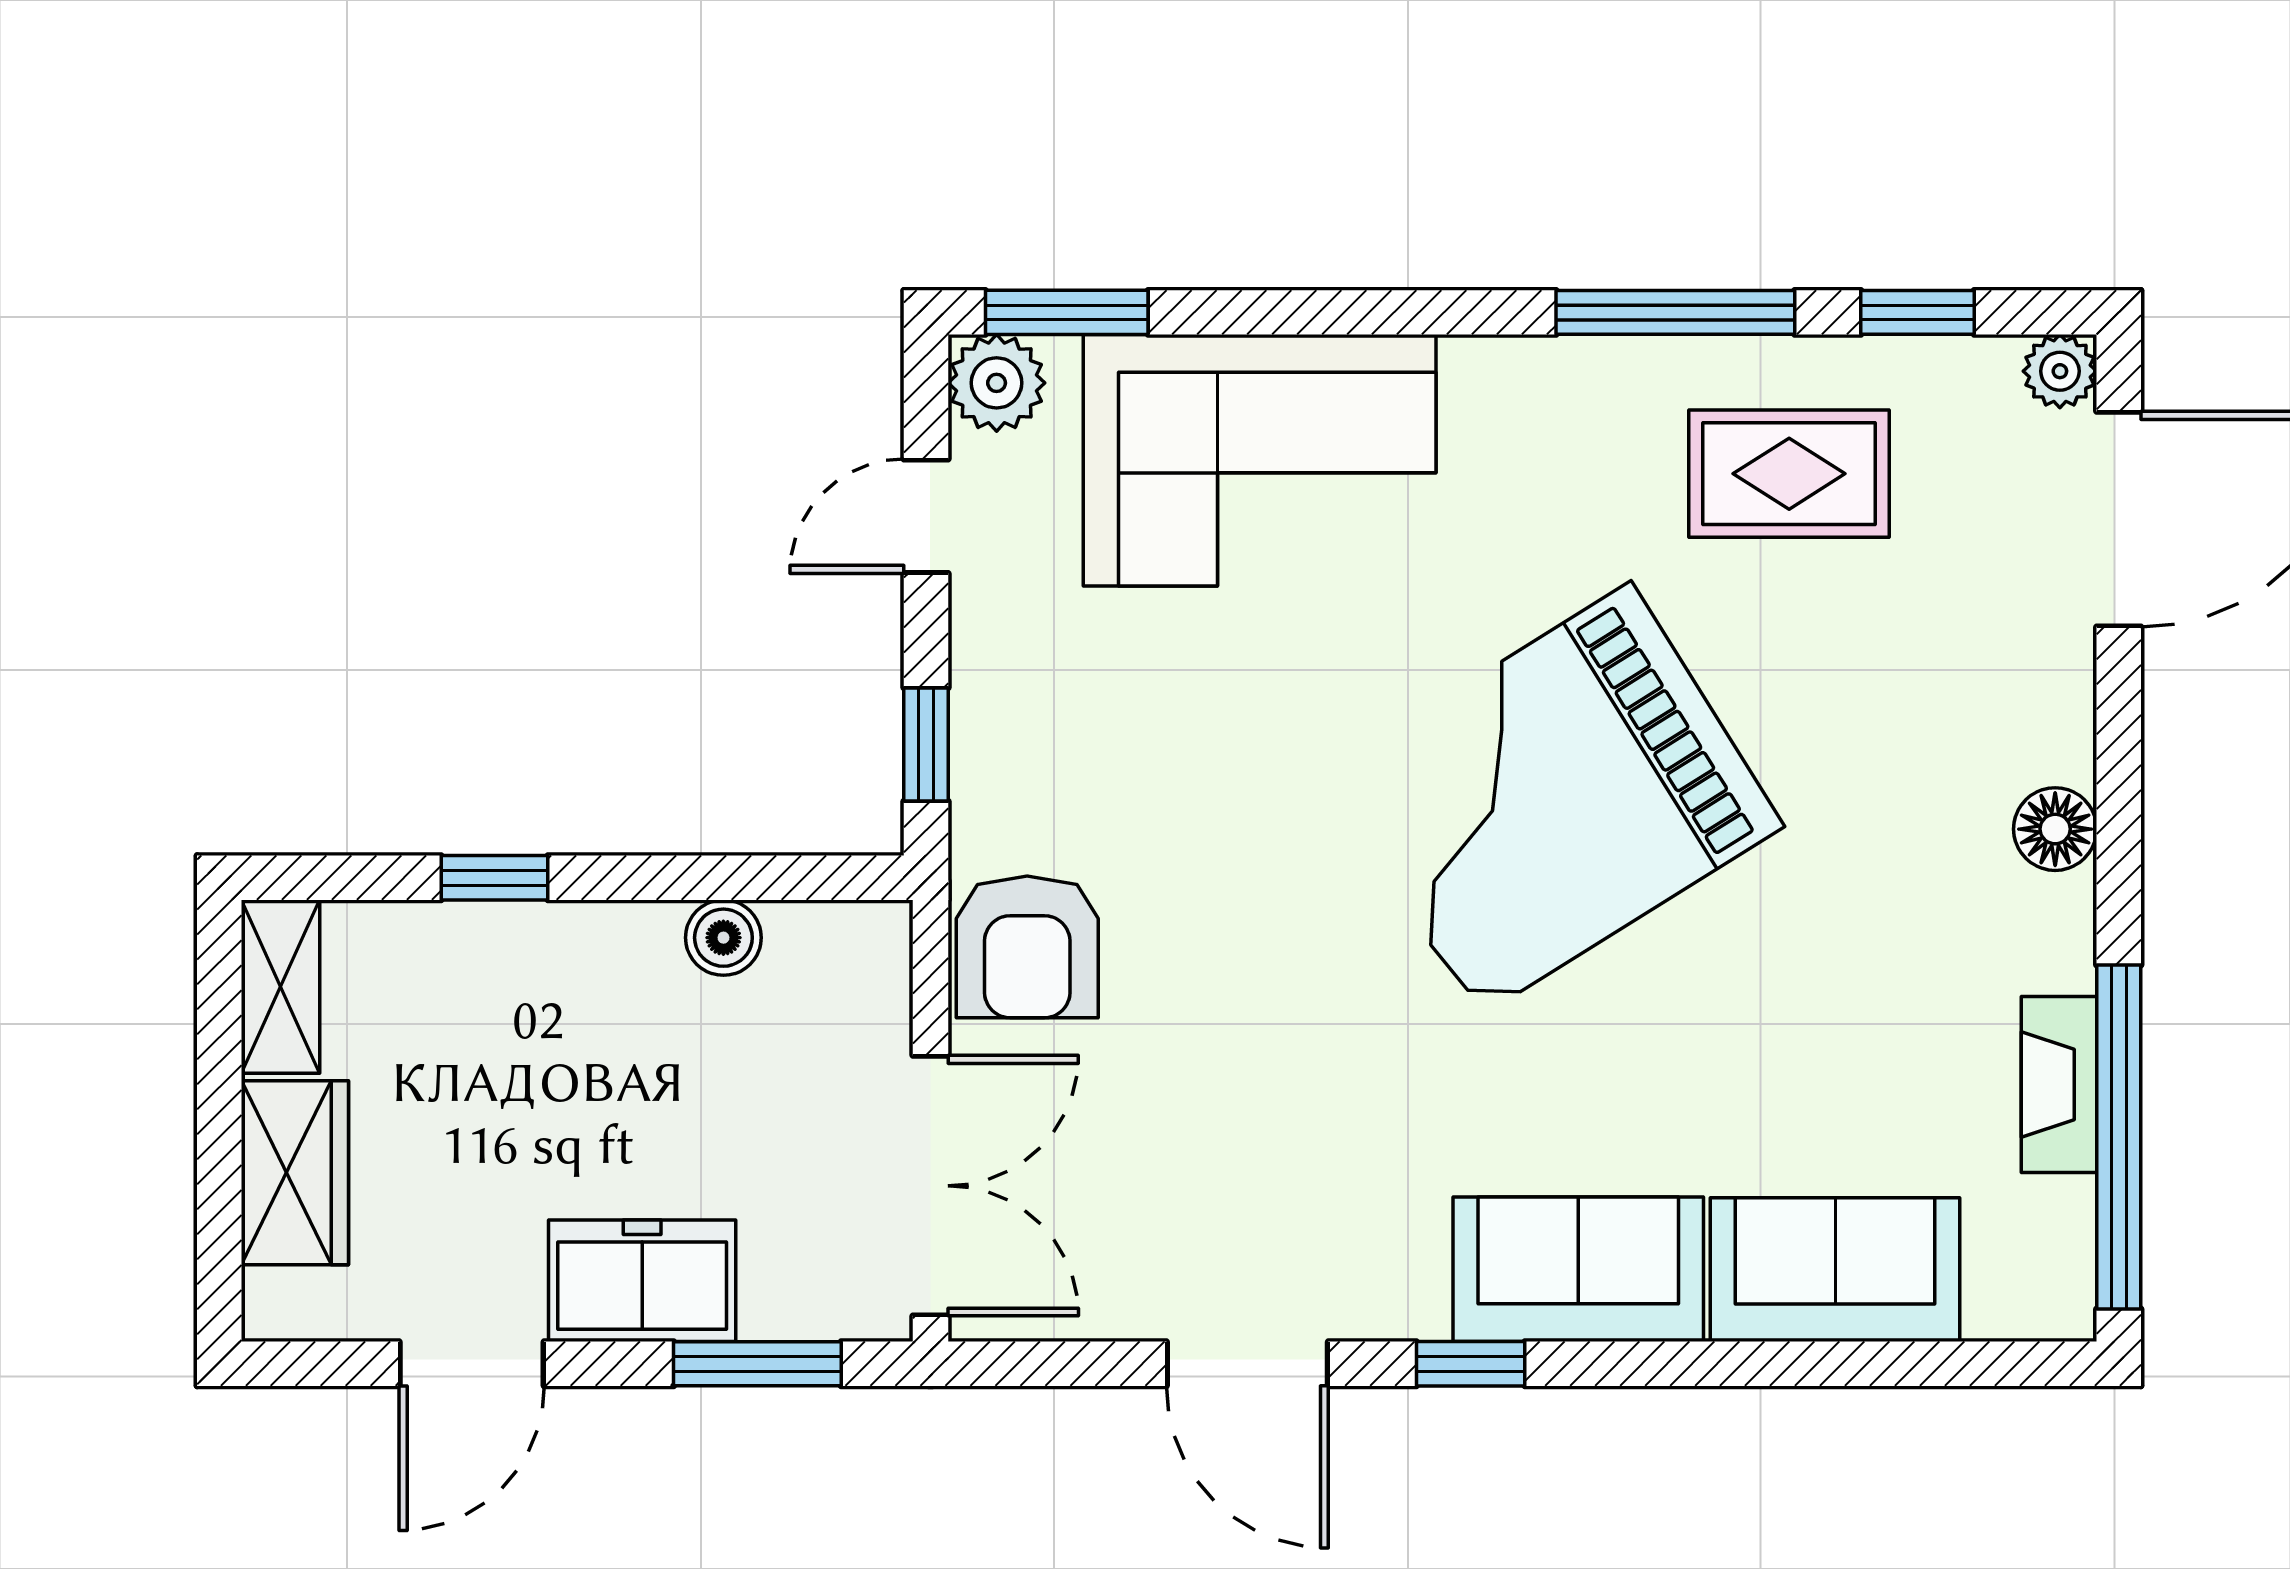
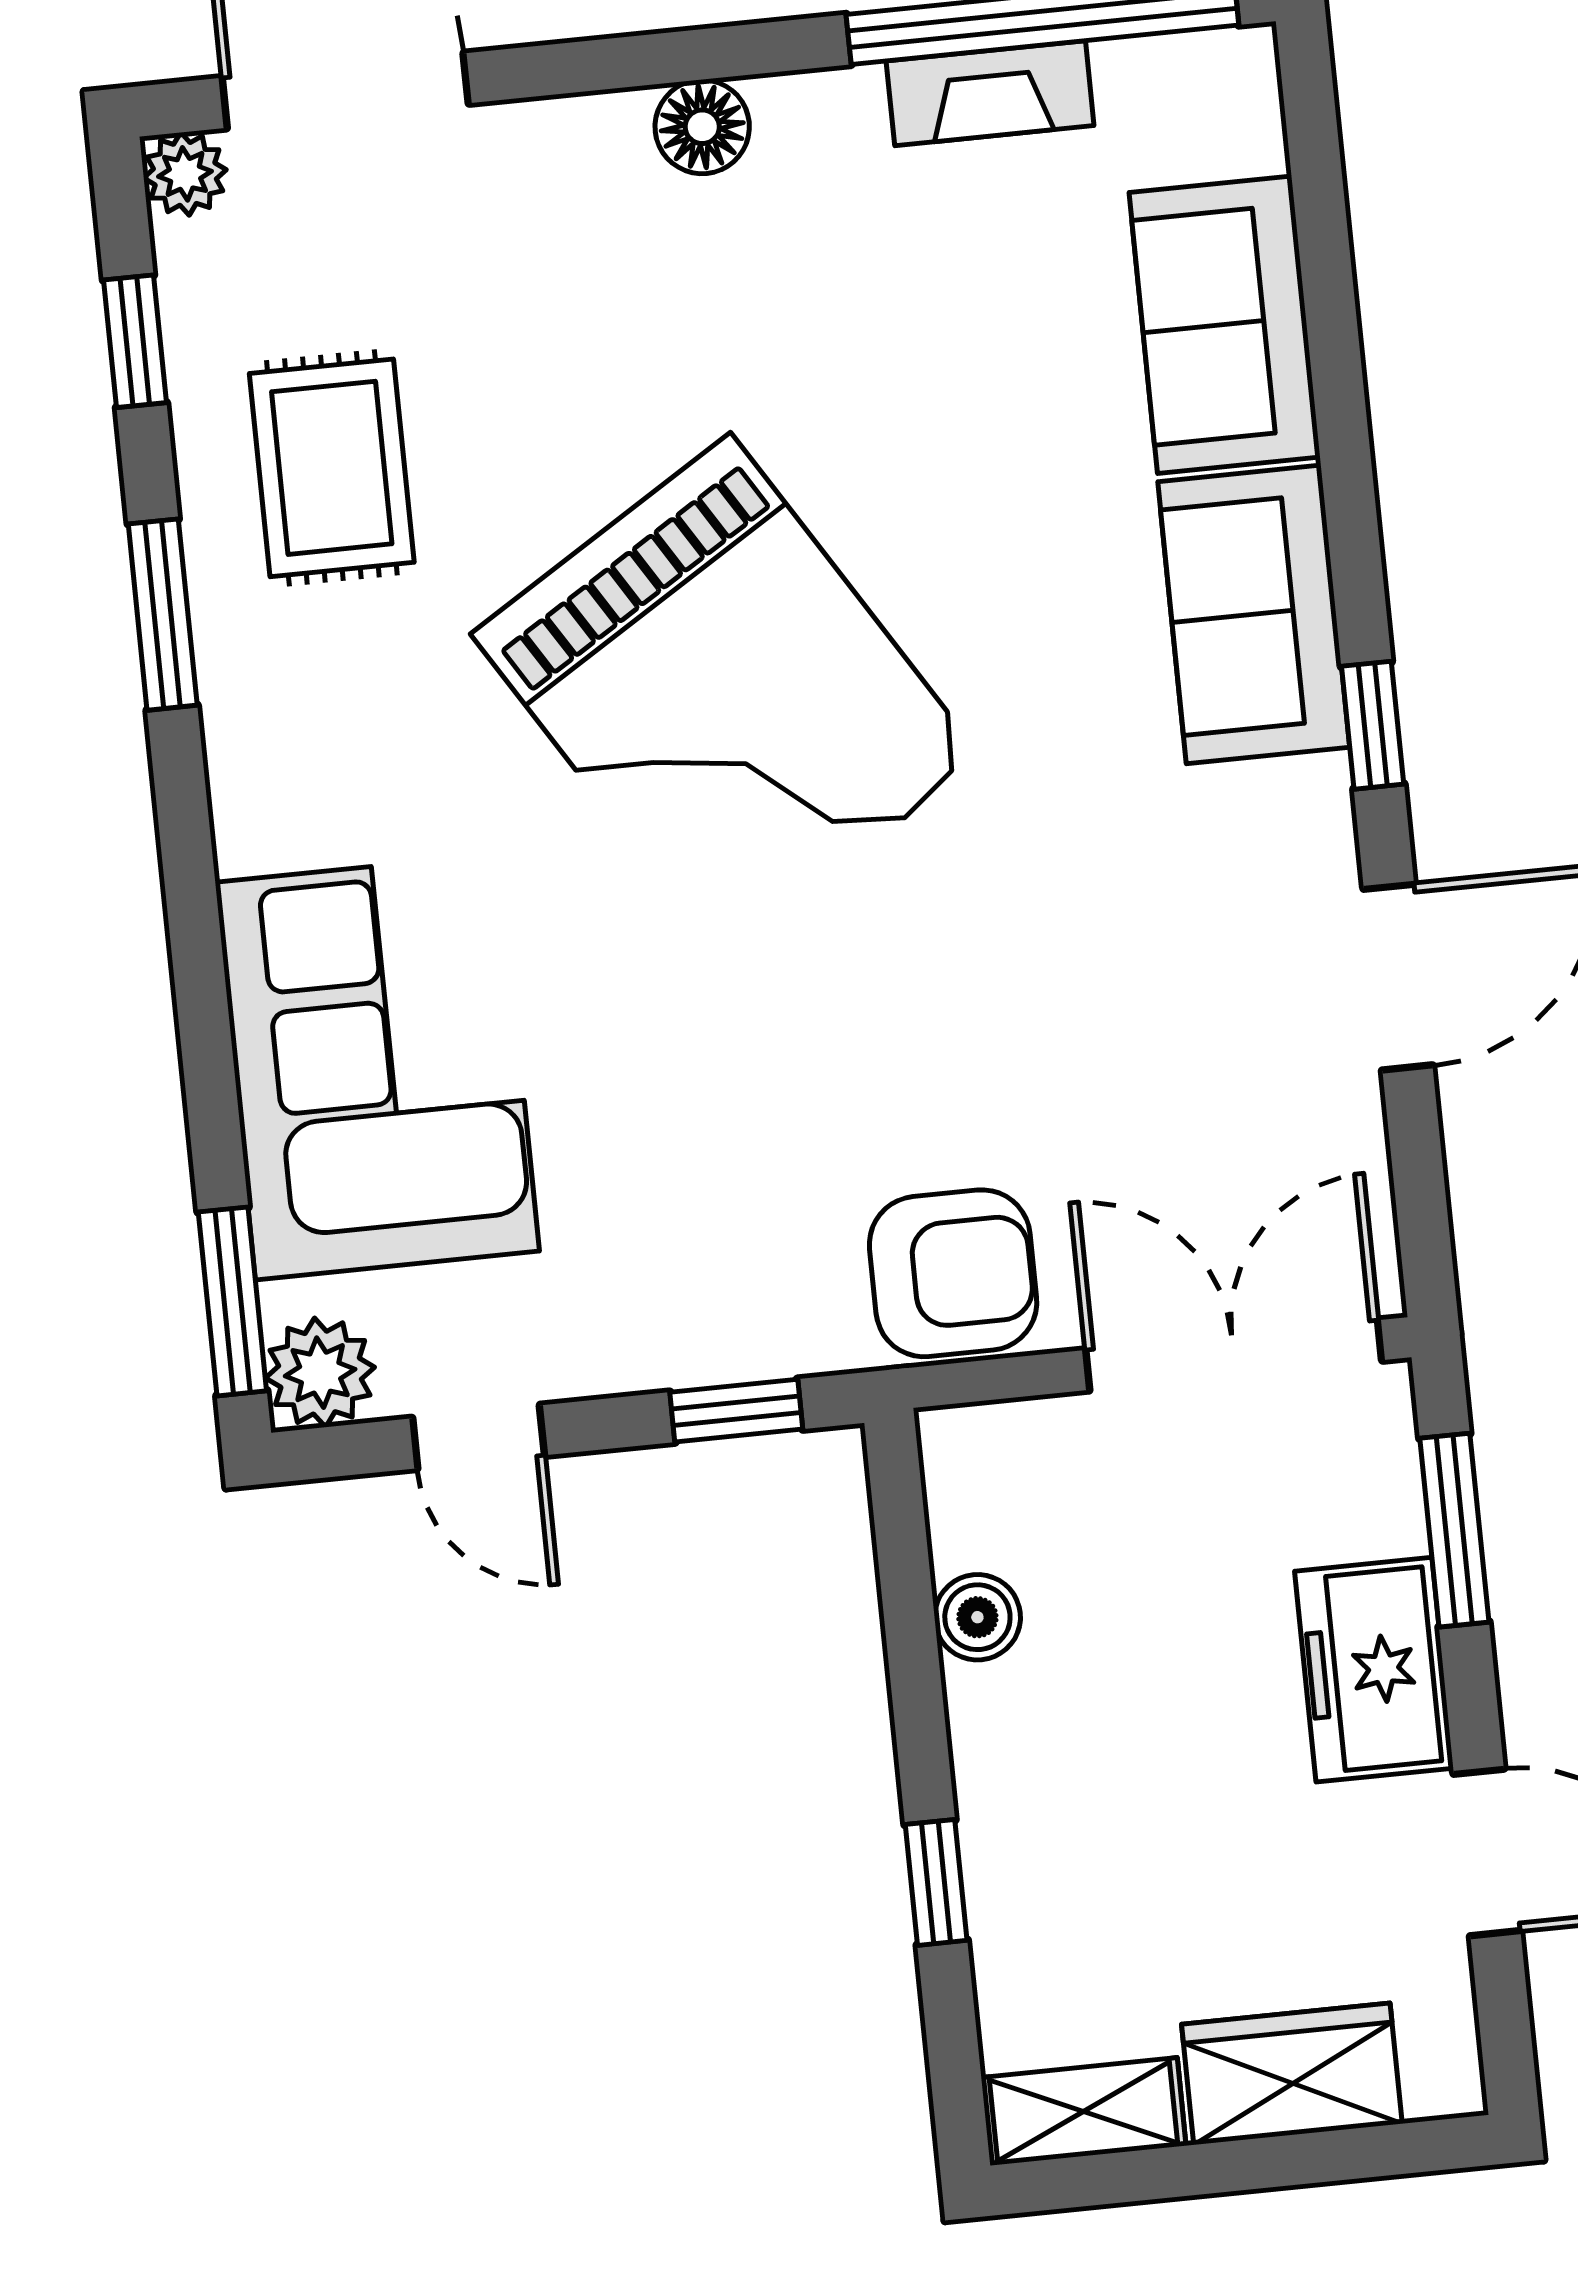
window: (1675, 312) -> (163, 615), width x0.69

